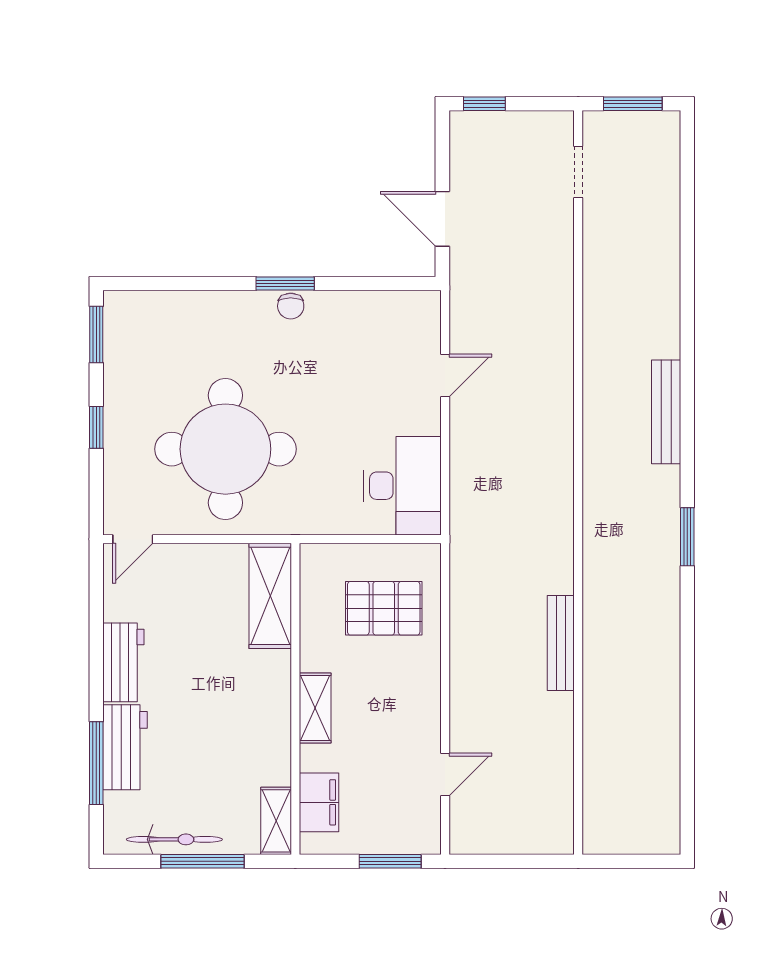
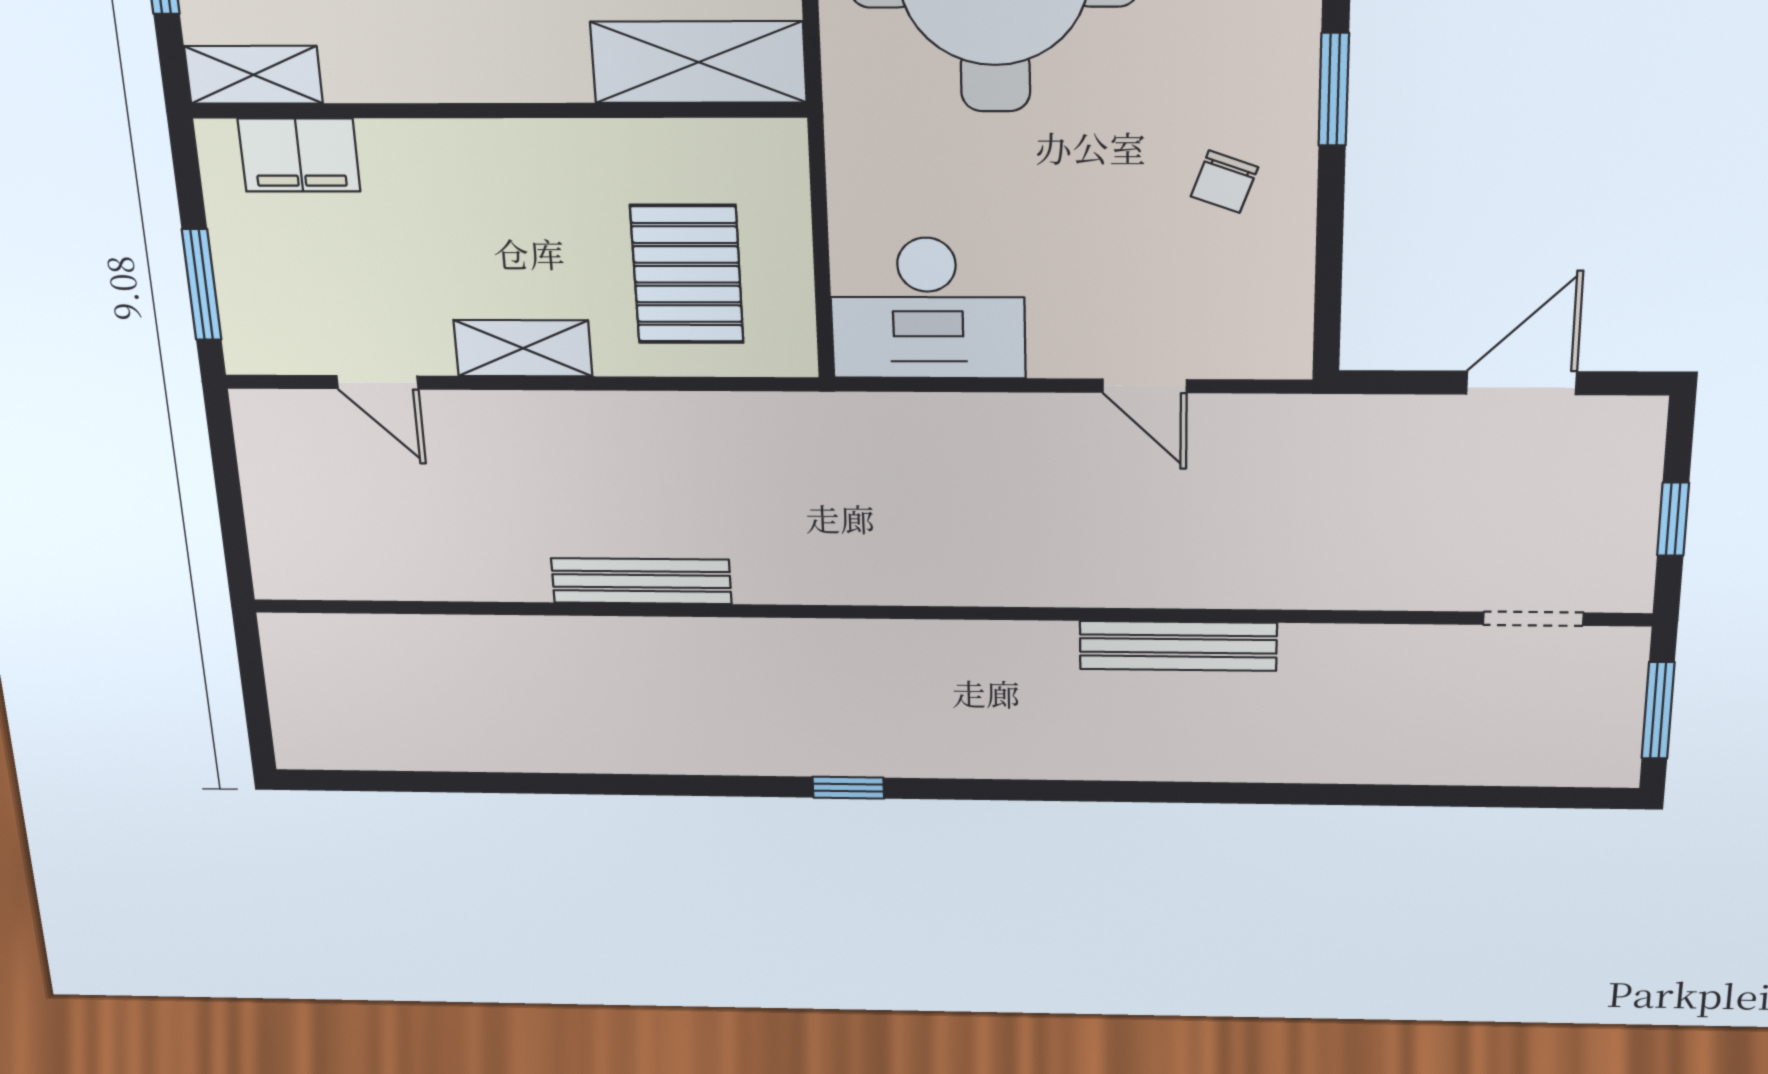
window: (484, 104) -> (1673, 519), moved
door: (442, 219) -> (1521, 383), moved
chair: (291, 306) -> (1224, 182), moved, turned -70
bench: (666, 412) -> (1178, 646), moved
window: (687, 537) -> (848, 788), width x0.67
shelving: (315, 708) -> (523, 348), moved

